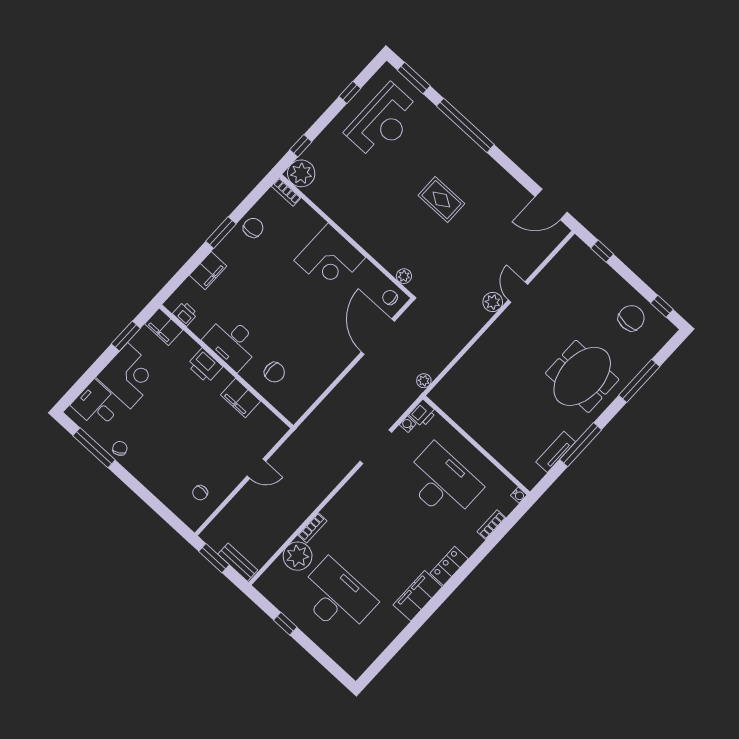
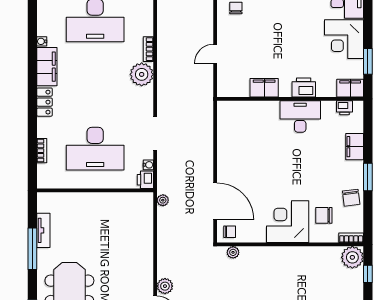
chair: (274, 372) -> (324, 215), moved
water cooler: (519, 495) -> (42, 41), moved
plant: (298, 556) -> (142, 74), moved

